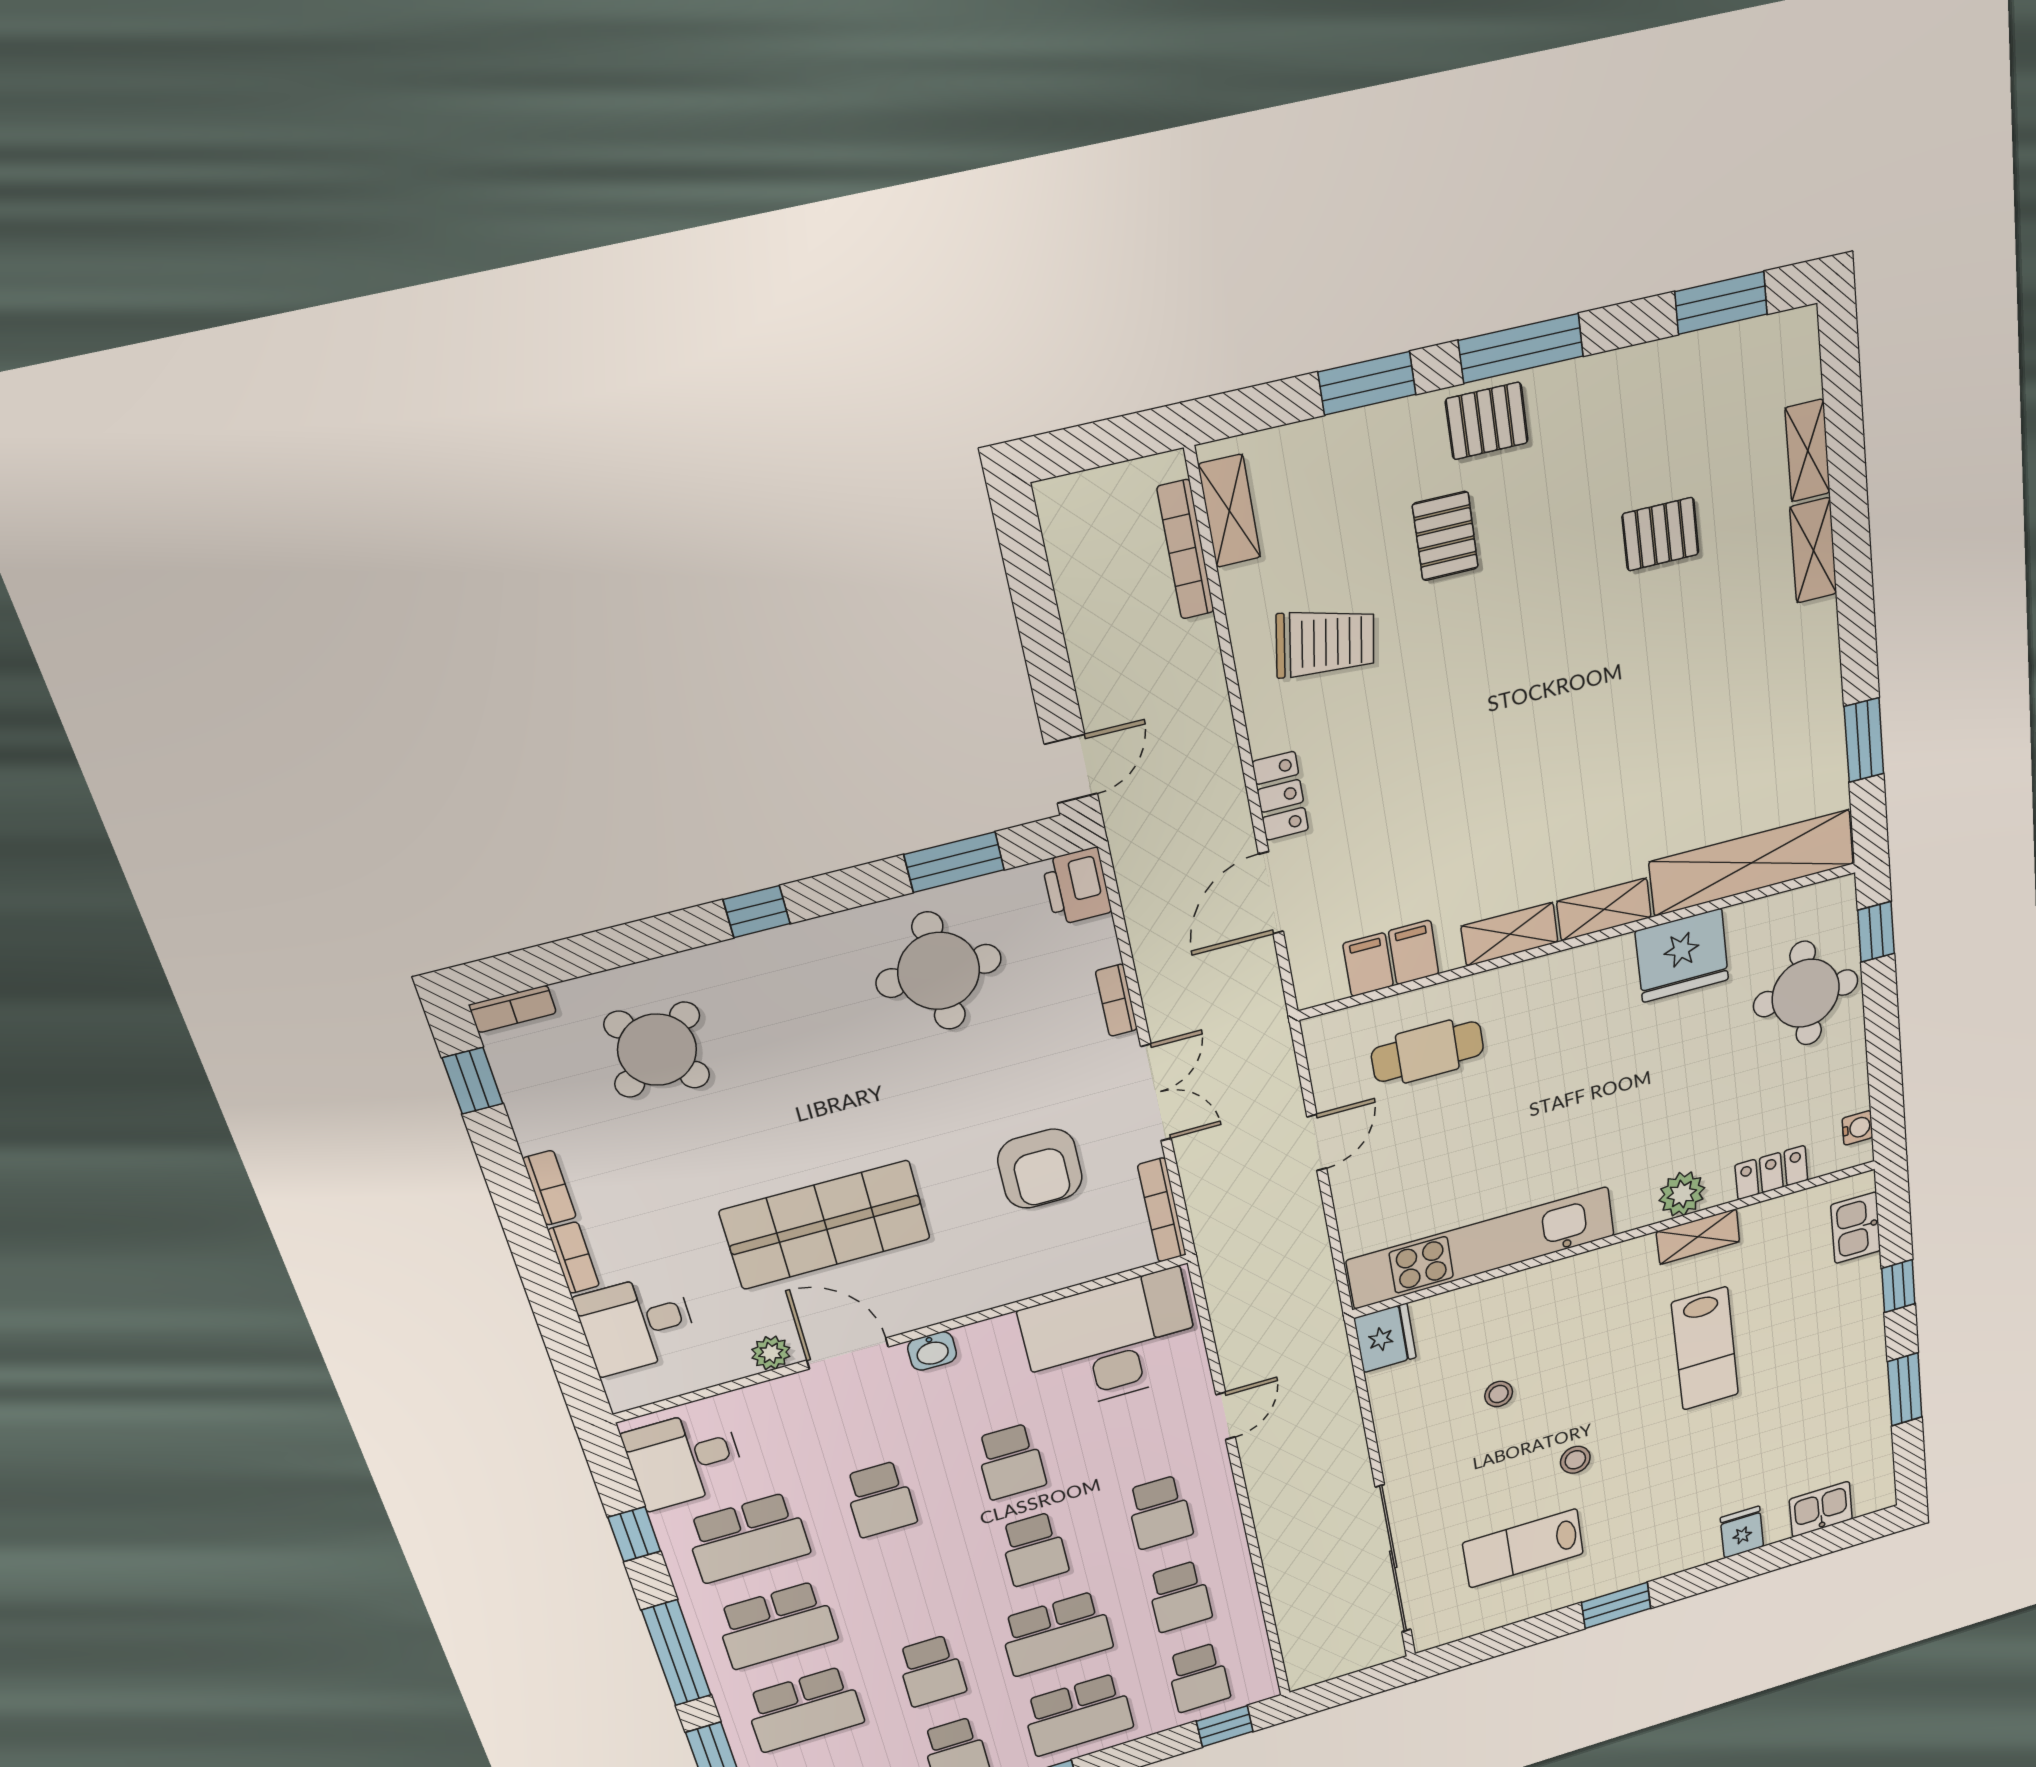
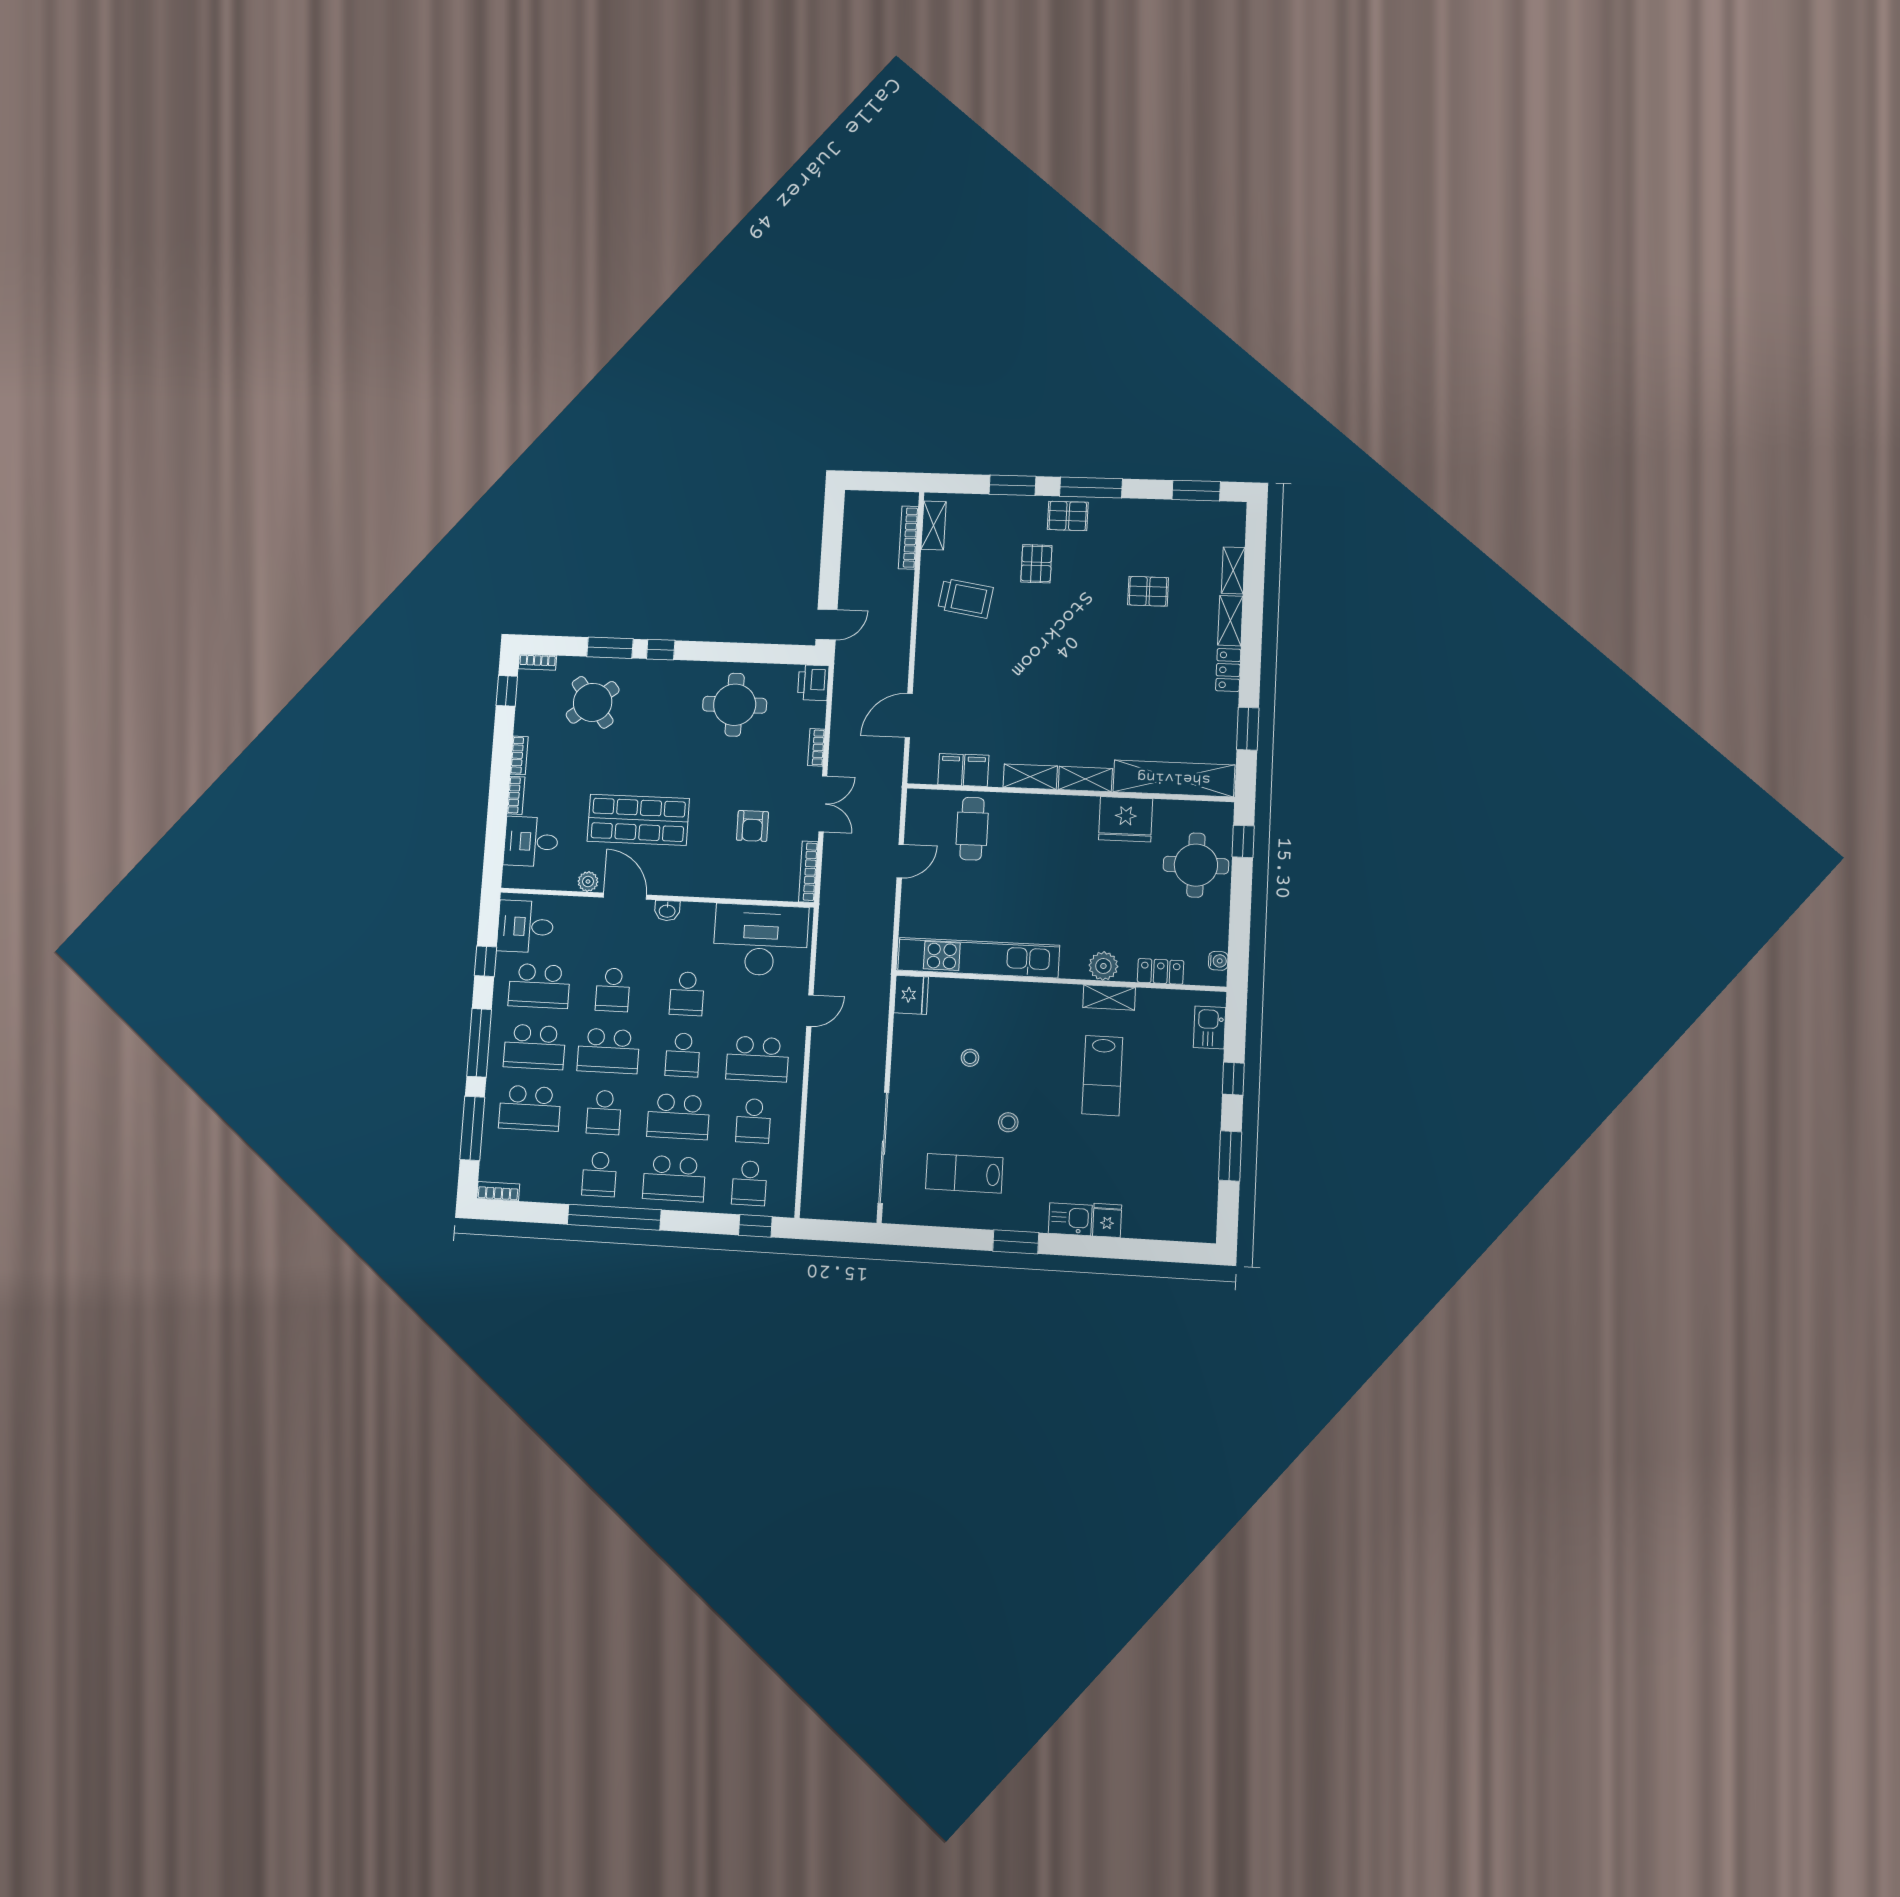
locker: (1280, 796) -> (1228, 670), moved, turned 180
window: (954, 862) -> (610, 648), moved
cafe table: (1428, 1052) -> (972, 829), turned 90
armchair: (1040, 1169) -> (752, 826), width x0.72, depth x0.72
kitchen sink: (1821, 1509) -> (1070, 1219), moved
school desk: (1160, 1512) -> (757, 1059), width x1.85
school desk: (906, 1587) -> (608, 1051), added

